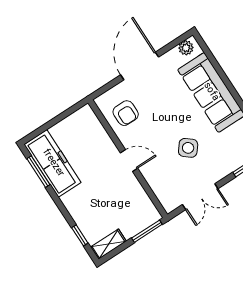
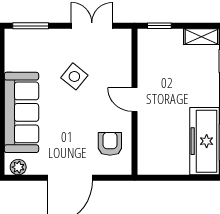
window: (147, 231) -> (159, 26), width x0.67

